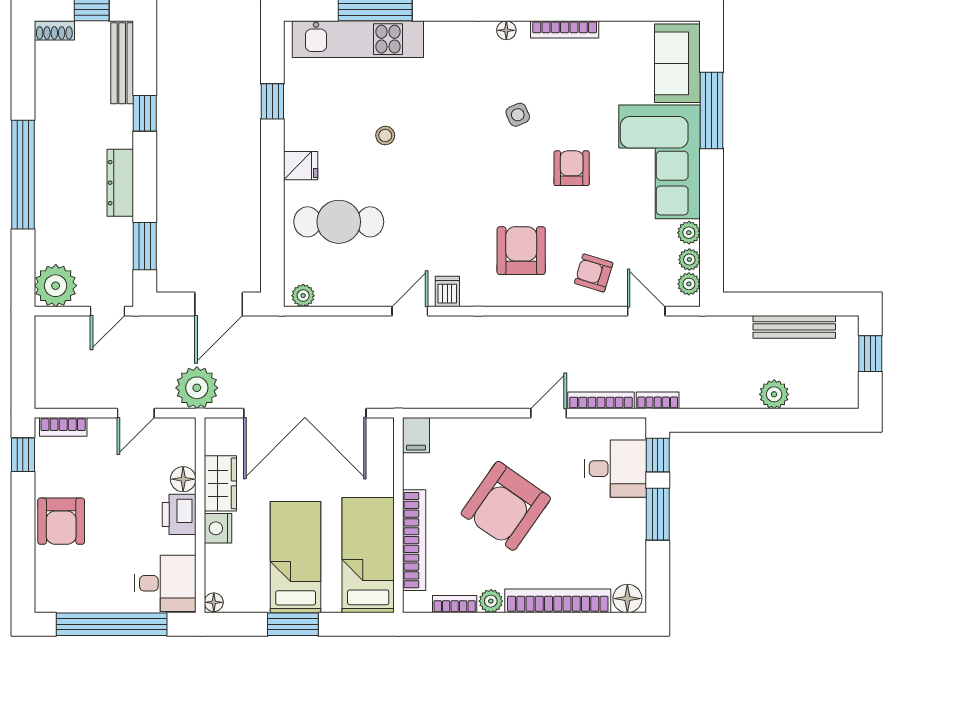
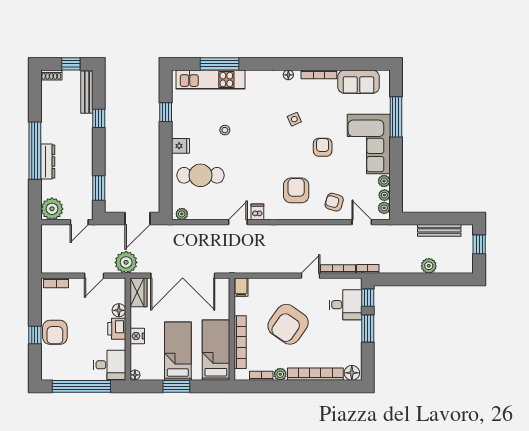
sofa: (677, 63) -> (359, 82), moved, turned -90
dresser: (120, 183) -> (48, 162), moved, turned 180
window: (23, 455) -> (35, 335), moved
wardrobe: (220, 483) -> (138, 292), moved

